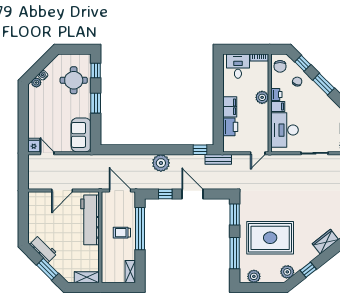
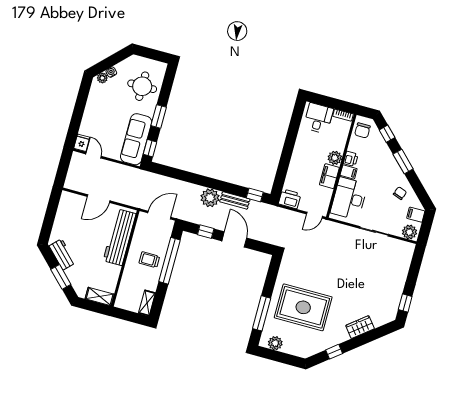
window: (96, 70) -> (150, 148), moved
chair: (297, 82) -> (400, 193), moved
filing cabinet: (230, 107) -> (329, 176), moved, turned 180
printer: (230, 127) -> (290, 199), moved, turned -90
sofa: (81, 135) -> (136, 139), width x1.36
bench: (218, 159) -> (235, 200), moved
door: (120, 191) -> (159, 215), hinge flipped
window: (235, 215) -> (273, 273), removed
plant: (287, 272) -> (311, 348), removed

